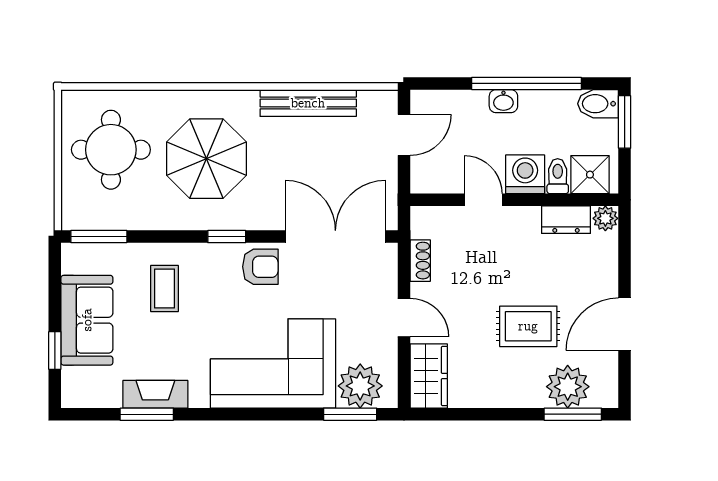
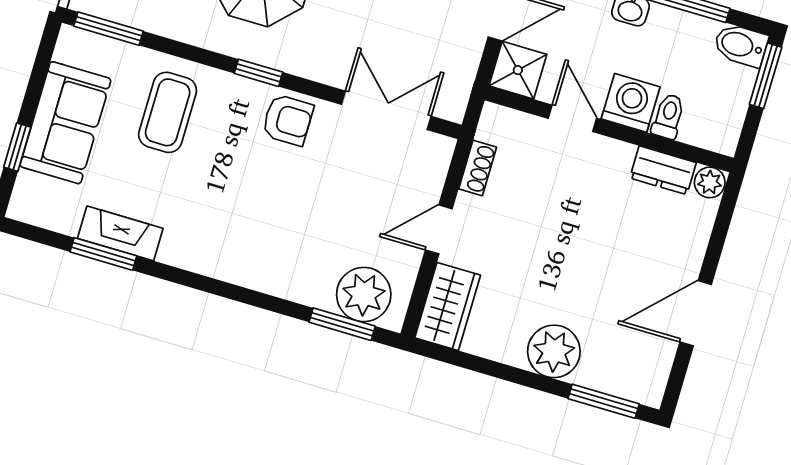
shower: (590, 175) -> (518, 70), moved
double door: (335, 237) -> (386, 110), width x0.73
coffee table: (165, 289) -> (168, 112), width x1.36, depth x1.30
door: (404, 318) -> (439, 229), swing flipped
rug: (528, 326) -> (582, 283), removed
corner sofa: (273, 363) -> (269, 238), removed
plant: (568, 387) -> (554, 351), moved

